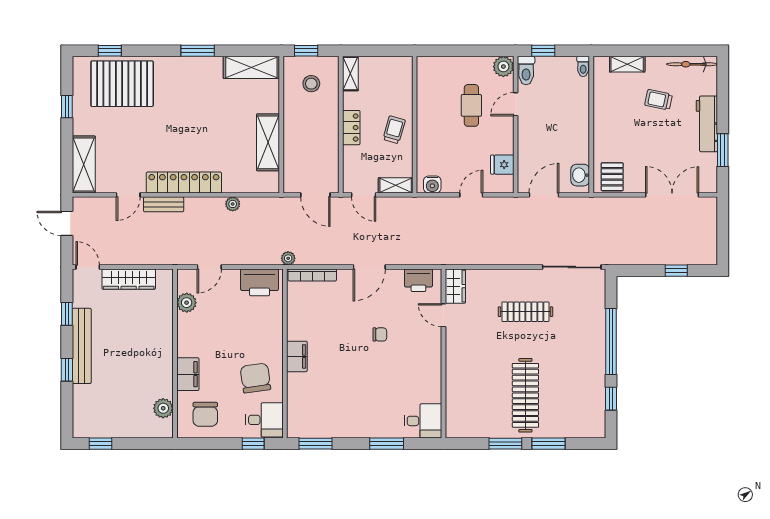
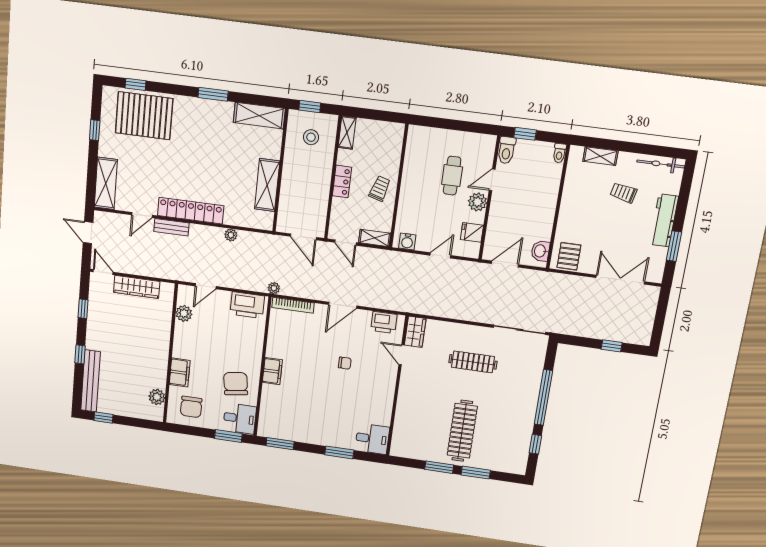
plant: (503, 67) -> (478, 202), moved
bench: (82, 346) -> (90, 381), moved
window: (253, 444) -> (228, 436), width x1.50

